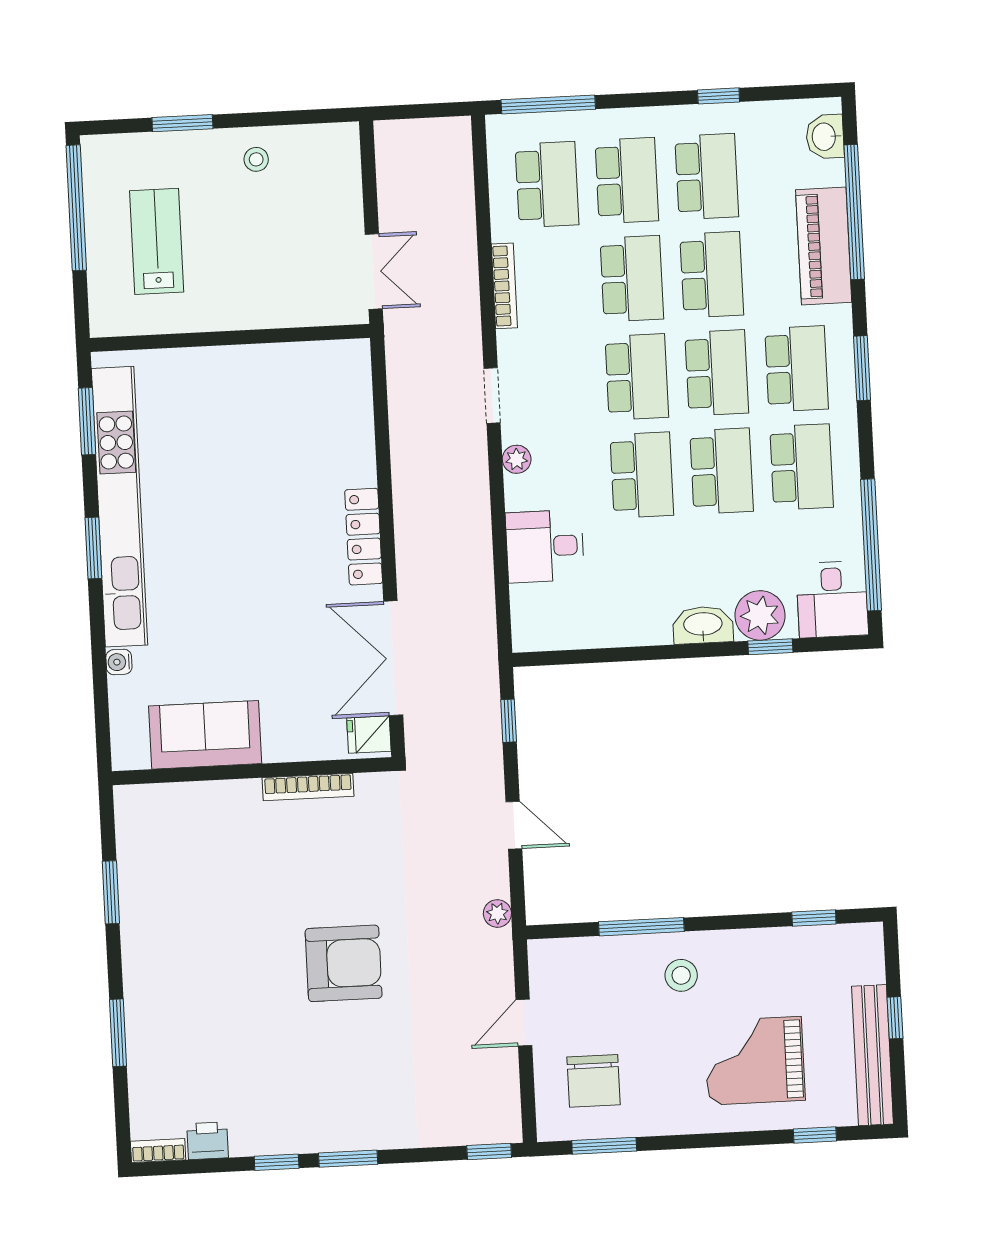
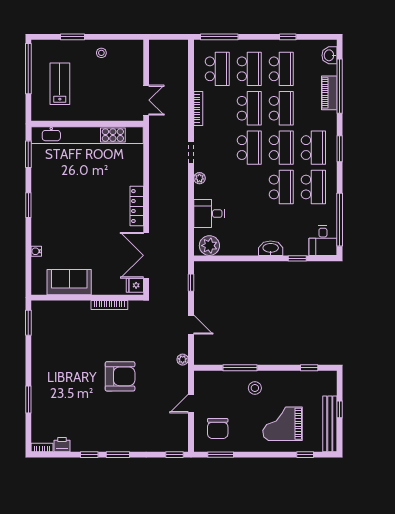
piano: (824, 246) -> (329, 93), width x0.73, depth x0.75
school desk: (642, 475) -> (249, 187), removed
kitchen unit: (120, 507) -> (87, 135), moved, turned 90
plant: (760, 615) -> (209, 246), moved
window: (111, 892) -> (28, 323), moved

